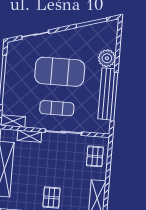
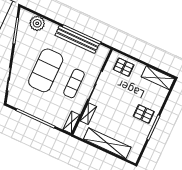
plant: (107, 58) -> (37, 23), moved

